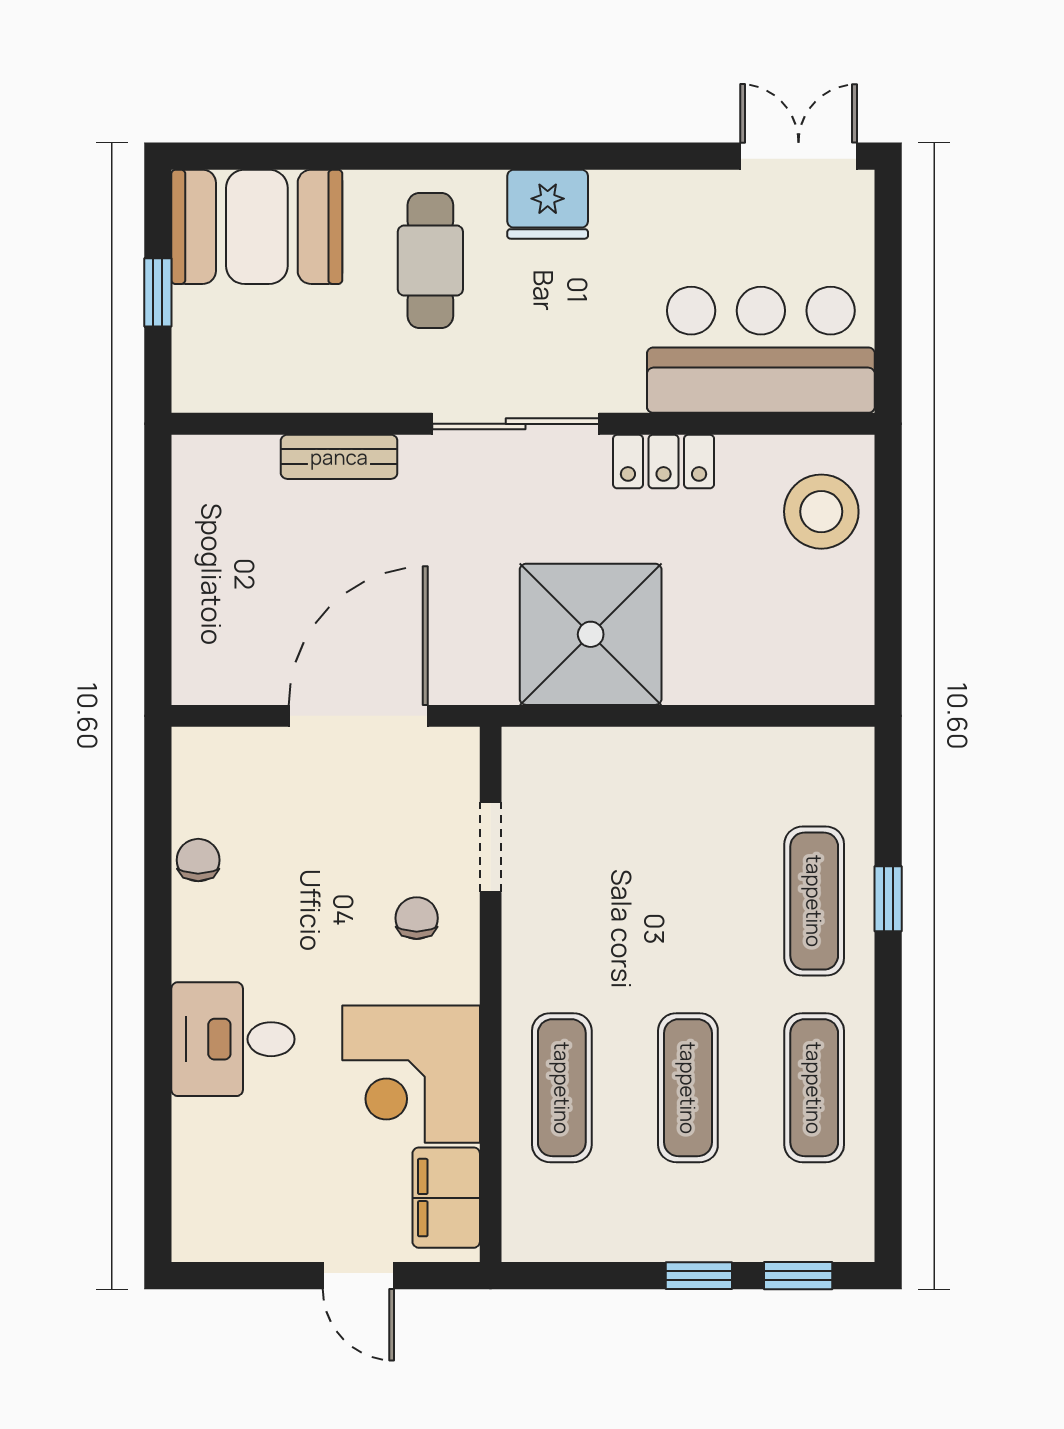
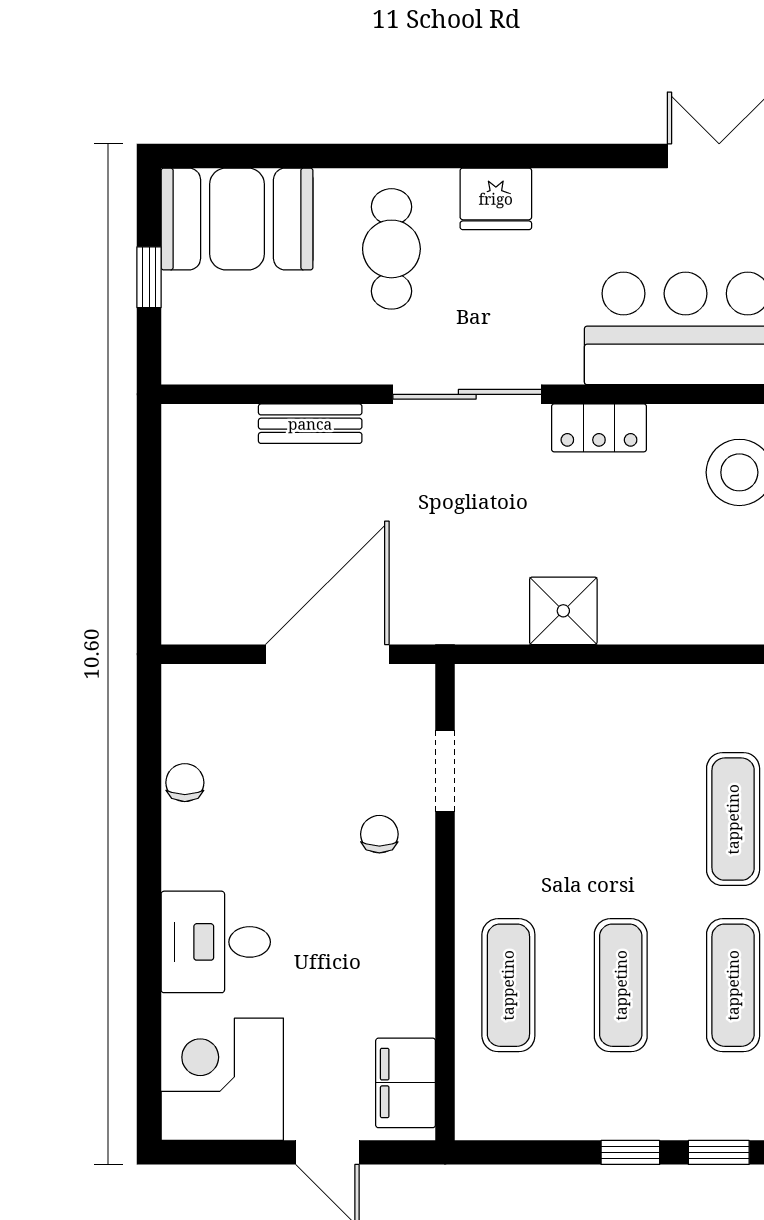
shower: (591, 634) -> (563, 611), width x0.54, depth x0.54
corner desk: (411, 1074) -> (222, 1079), moved, turned 90

